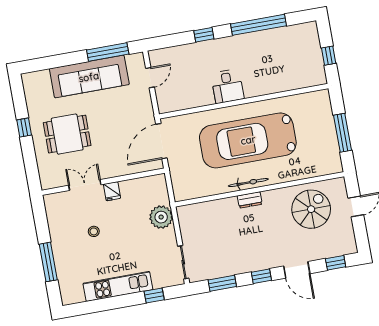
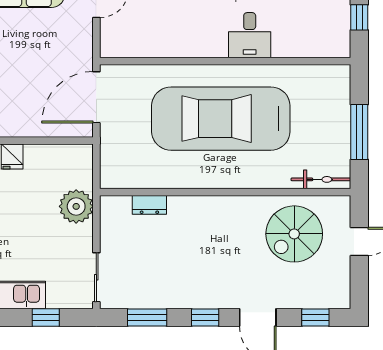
desk: (227, 86) -> (250, 35), moved
bicycle: (248, 183) -> (321, 179), moved
dresser: (250, 200) -> (149, 205), moved
spiral stairs: (311, 209) -> (294, 234), turned 180

